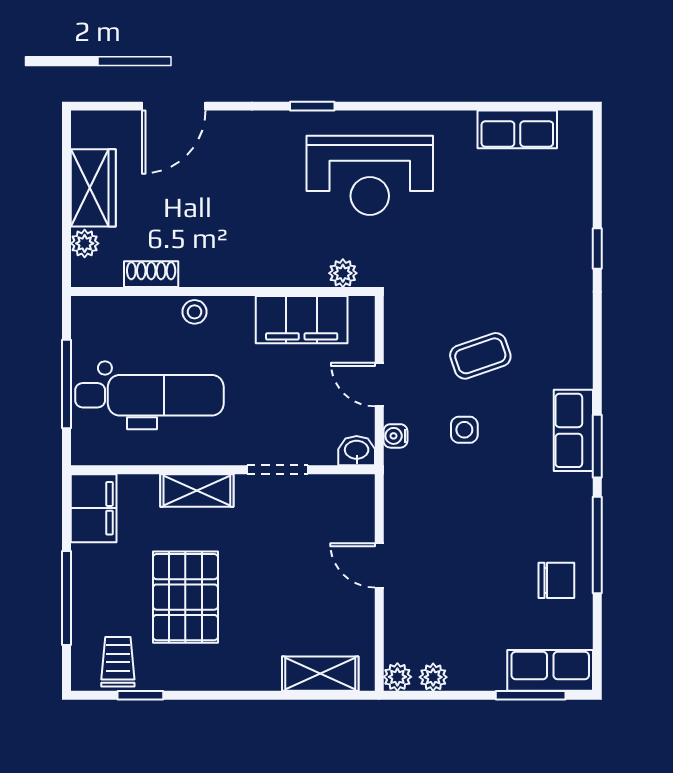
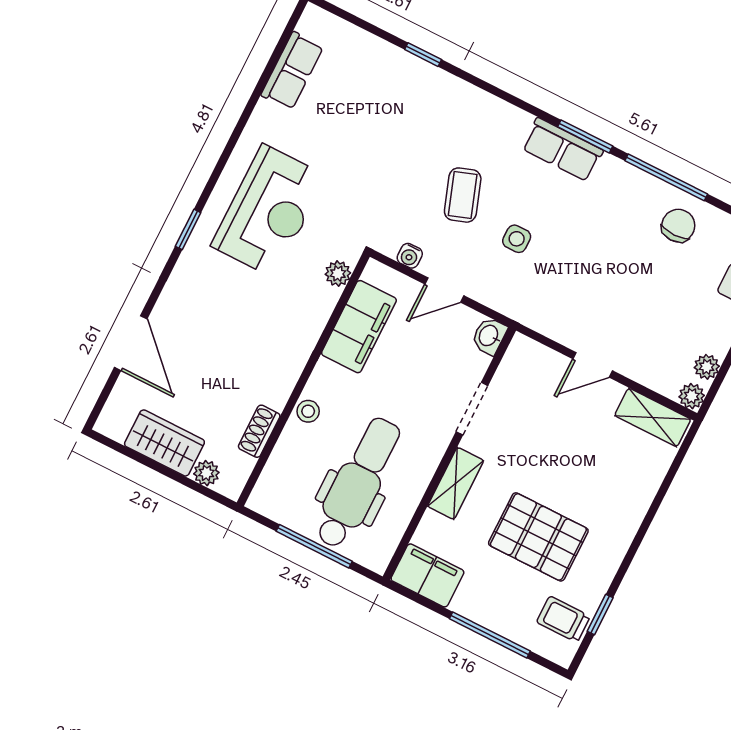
water cooler: (395, 436) -> (410, 256), moved
shelving: (320, 674) -> (653, 417), moved, turned 90

